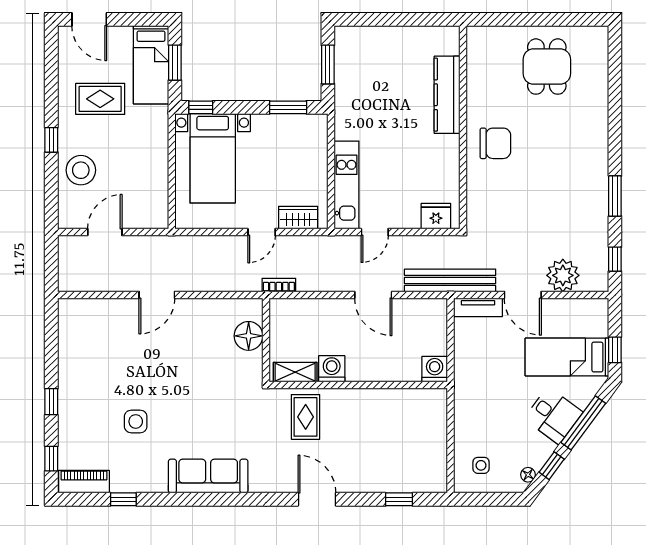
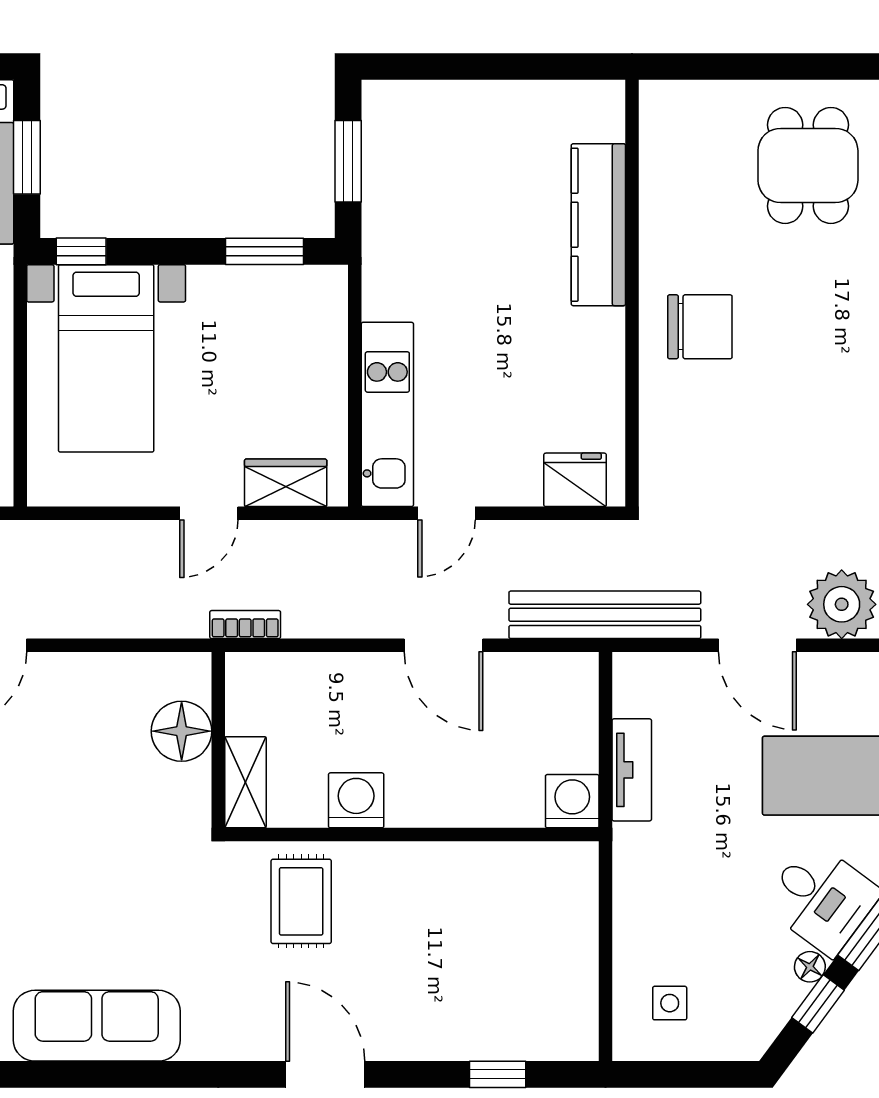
tv unit: (478, 307) -> (632, 770), moved, turned -90
shelving: (295, 372) -> (245, 782), moved, turned 90
floor lamp: (528, 475) -> (810, 967), moved

